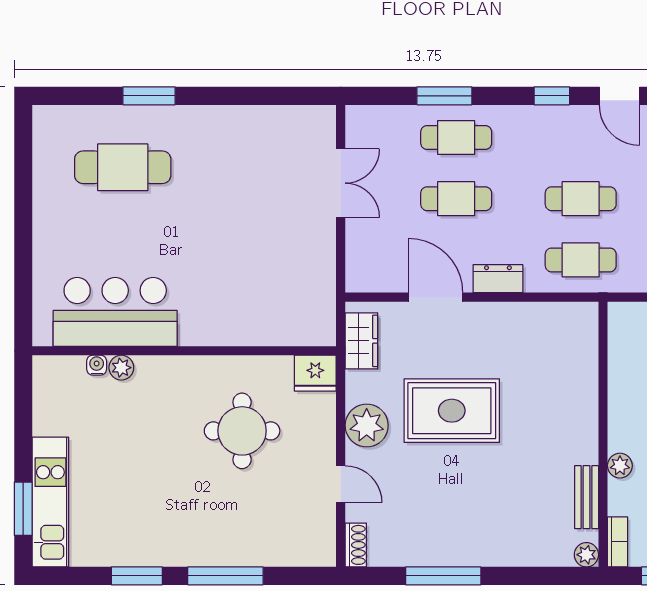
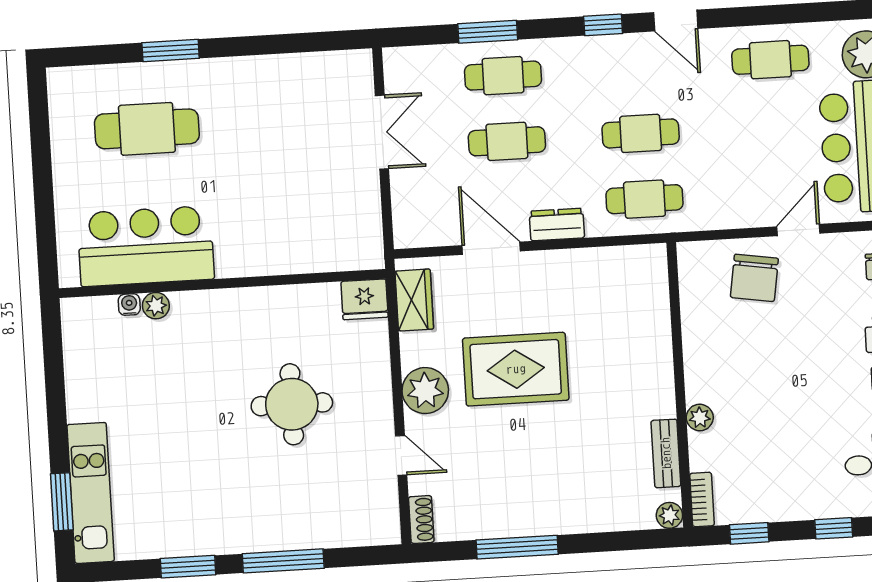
bar counter: (115, 312) -> (146, 246), moved
wall: (184, 351) -> (222, 284), moved
water cooler: (97, 365) -> (129, 305), moved
plant: (121, 368) -> (156, 306), moved
fridge: (315, 373) -> (365, 299), moved

